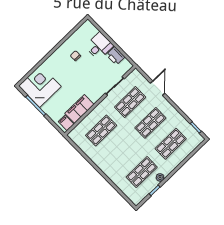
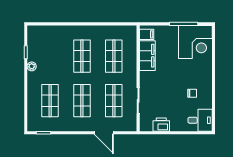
desk: (99, 46) -> (200, 120), moved, turned -90
shop shelf: (142, 172) -> (82, 56), moved

